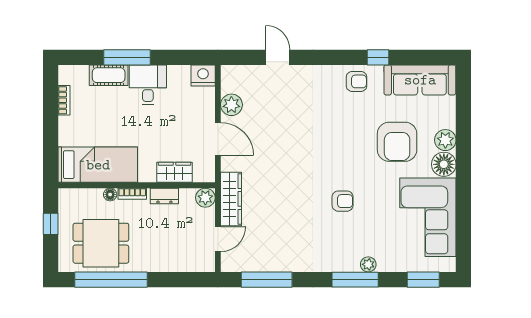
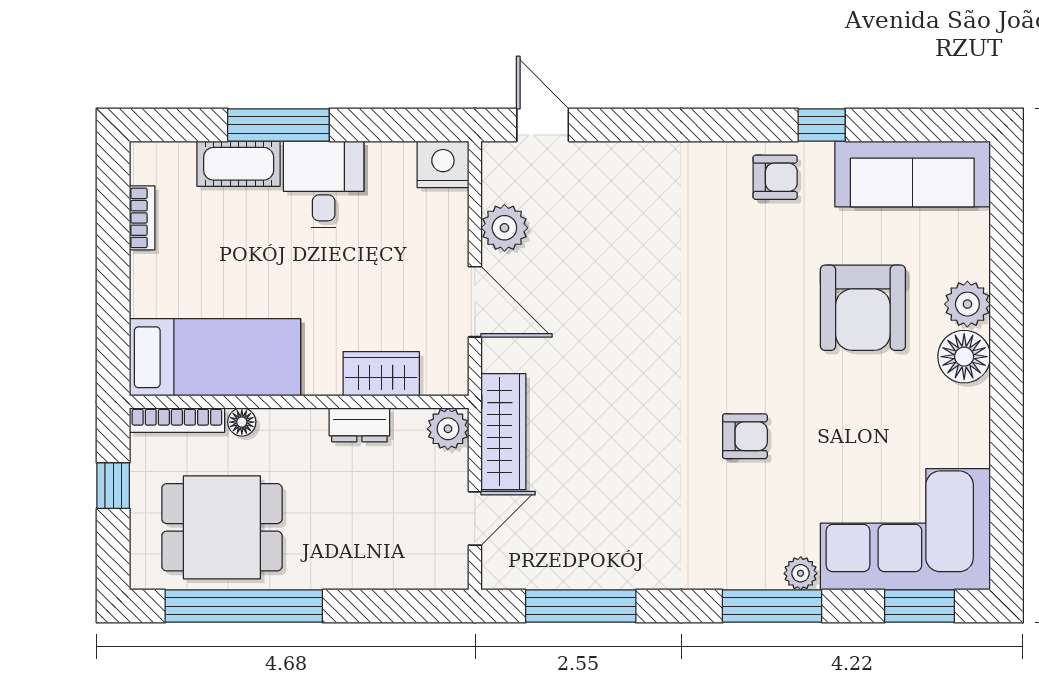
door: (278, 57) -> (543, 125), moved
bookcase: (132, 194) -> (177, 420), moved, width x1.56
corner sofa: (428, 217) -> (905, 529), moved, turned 90

